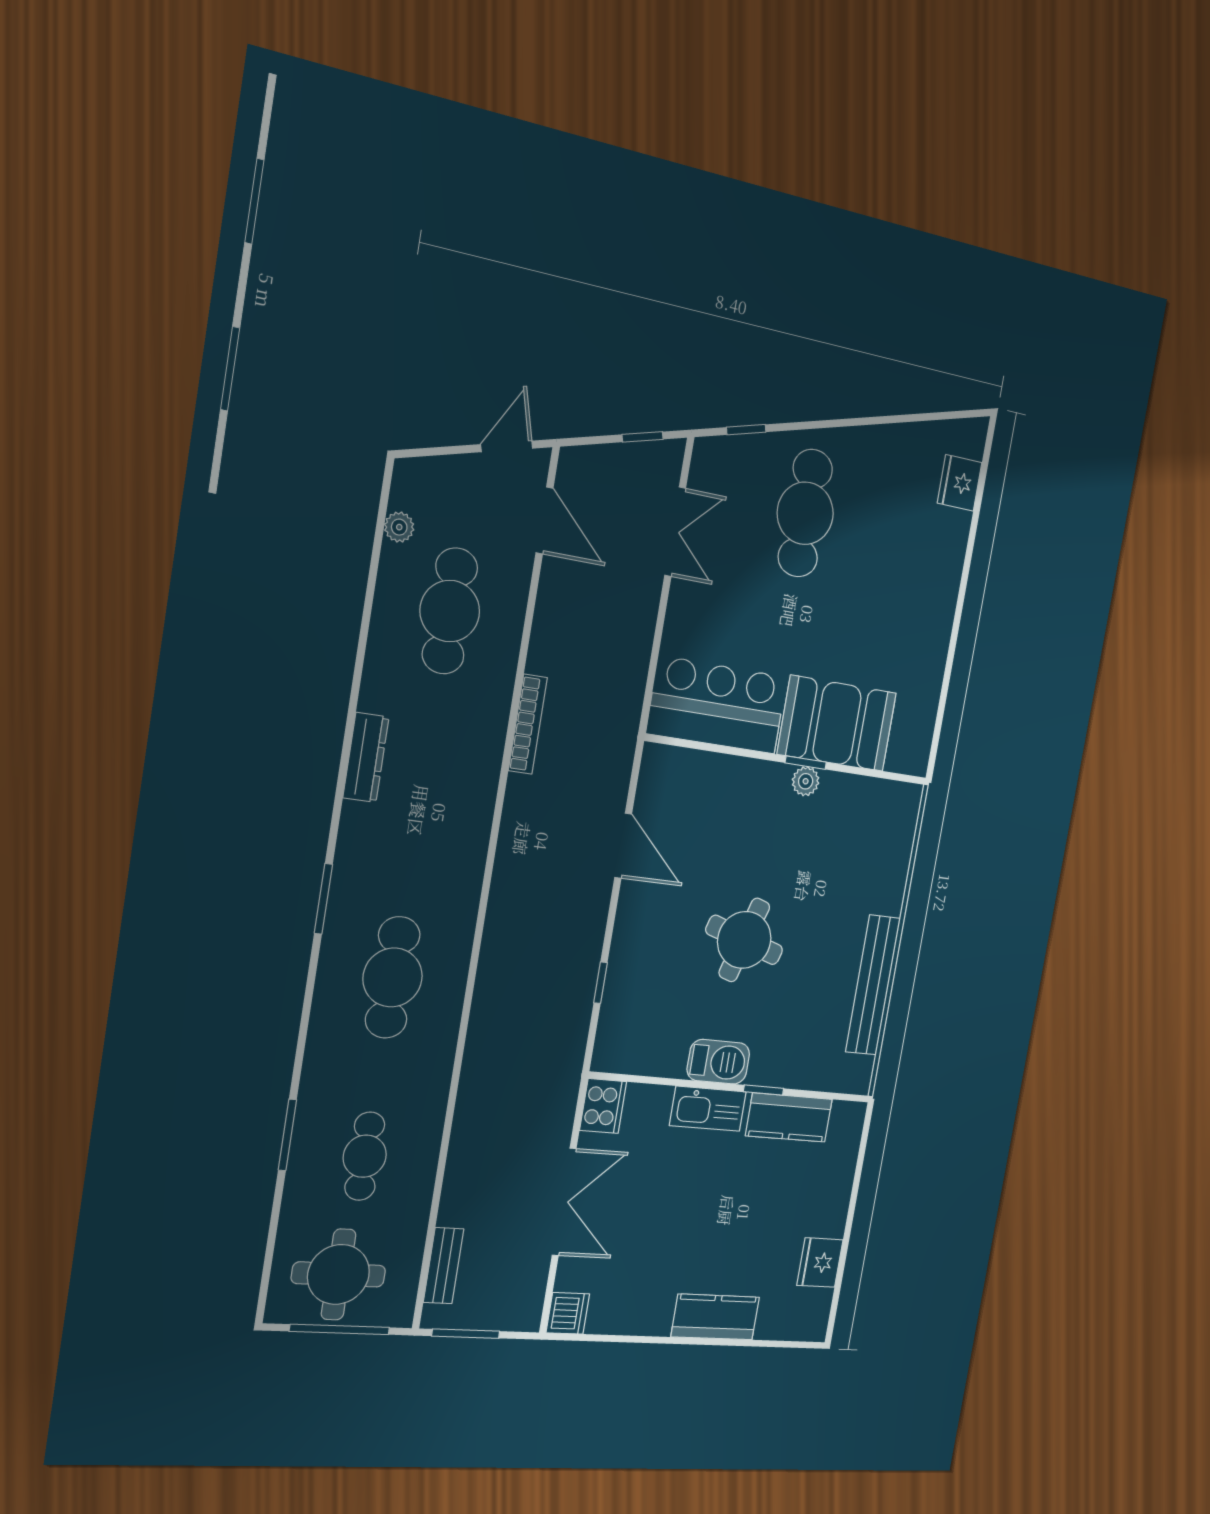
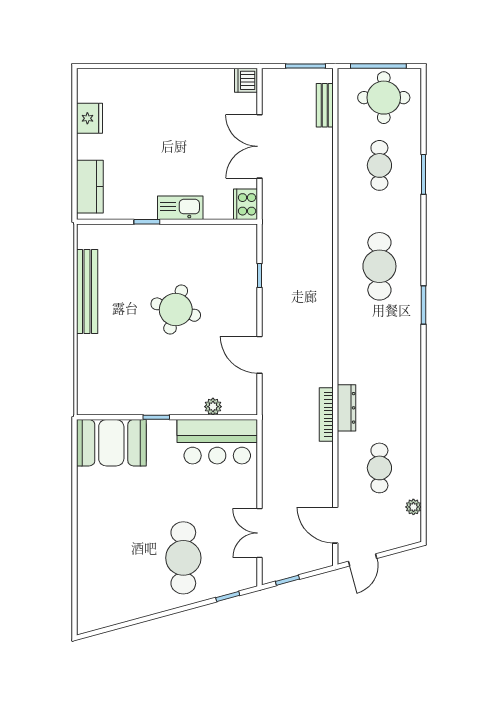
fridge: (960, 483) -> (89, 594), removed
cafe table: (450, 611) -> (379, 468), width x0.73, depth x0.74
booth: (837, 723) -> (111, 443), moved
dresser: (366, 757) -> (346, 408), moved, turned 180
plant: (806, 781) -> (213, 407), moved
barbecue: (718, 1062) -> (179, 236), removed
kitchen counter: (789, 1117) -> (90, 187), moved, turned 90
kitchen counter: (715, 1317) -> (153, 82), removed

